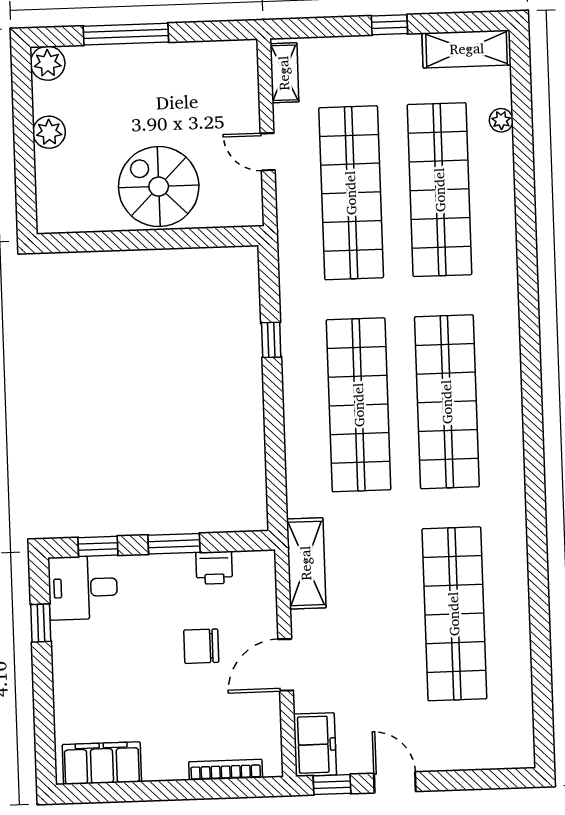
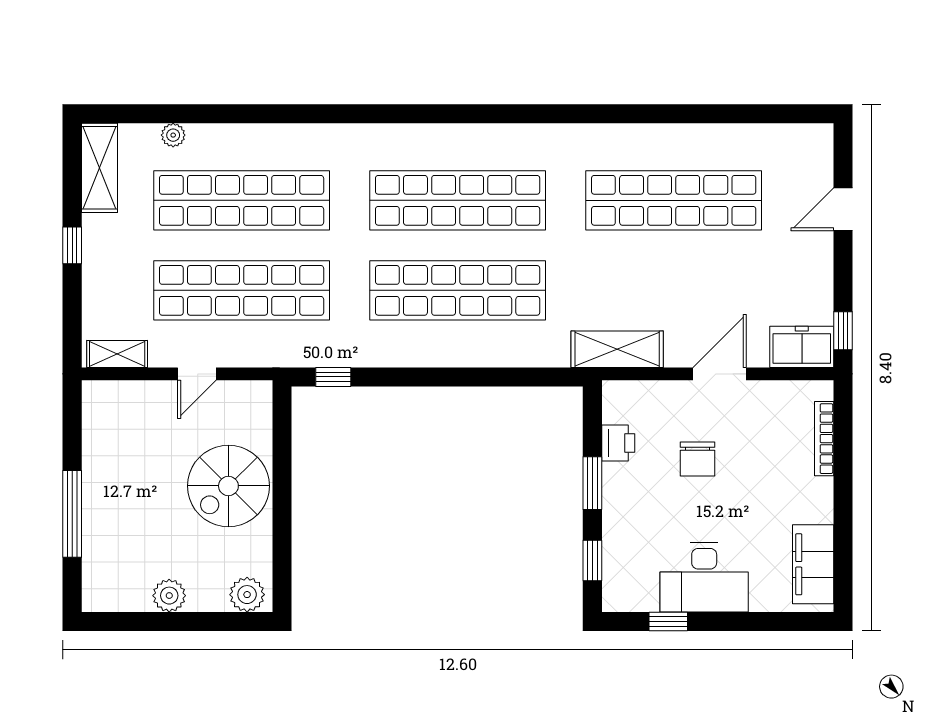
plant: (48, 63) -> (247, 595), moved
window: (271, 340) -> (333, 377), moved
desk: (83, 588) -> (704, 577), moved, width x1.37
door: (286, 665) -> (720, 374), swing flipped
door: (395, 782) -> (843, 209), moved

